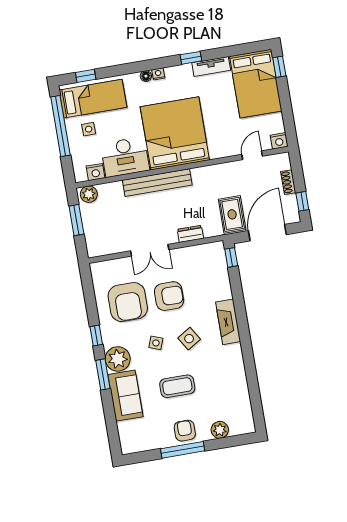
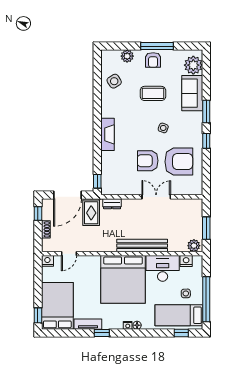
dresser: (190, 234) -> (112, 204), moved
armchair: (128, 302) -> (179, 162), turned 90
side table: (189, 339) -> (114, 81), moved
plant: (118, 359) -> (193, 65), moved

